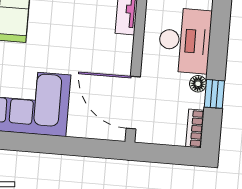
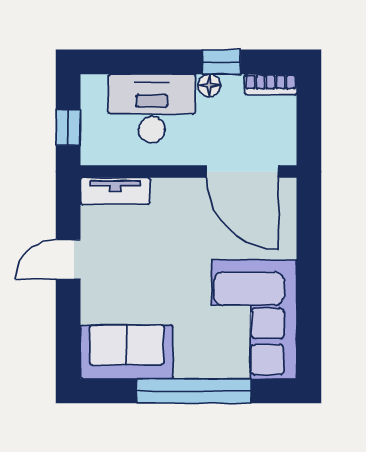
door: (133, 103) -> (243, 172), hinge flipped

